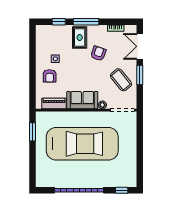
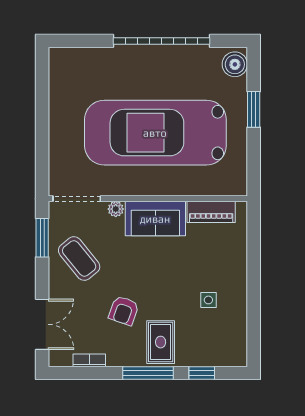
window: (140, 75) -> (42, 238), moved
armchair: (50, 76) -> (220, 266), removed
window: (32, 132) -> (254, 109), moved
boiler: (42, 178) -> (235, 64), added
window: (122, 190) -> (78, 41), removed

